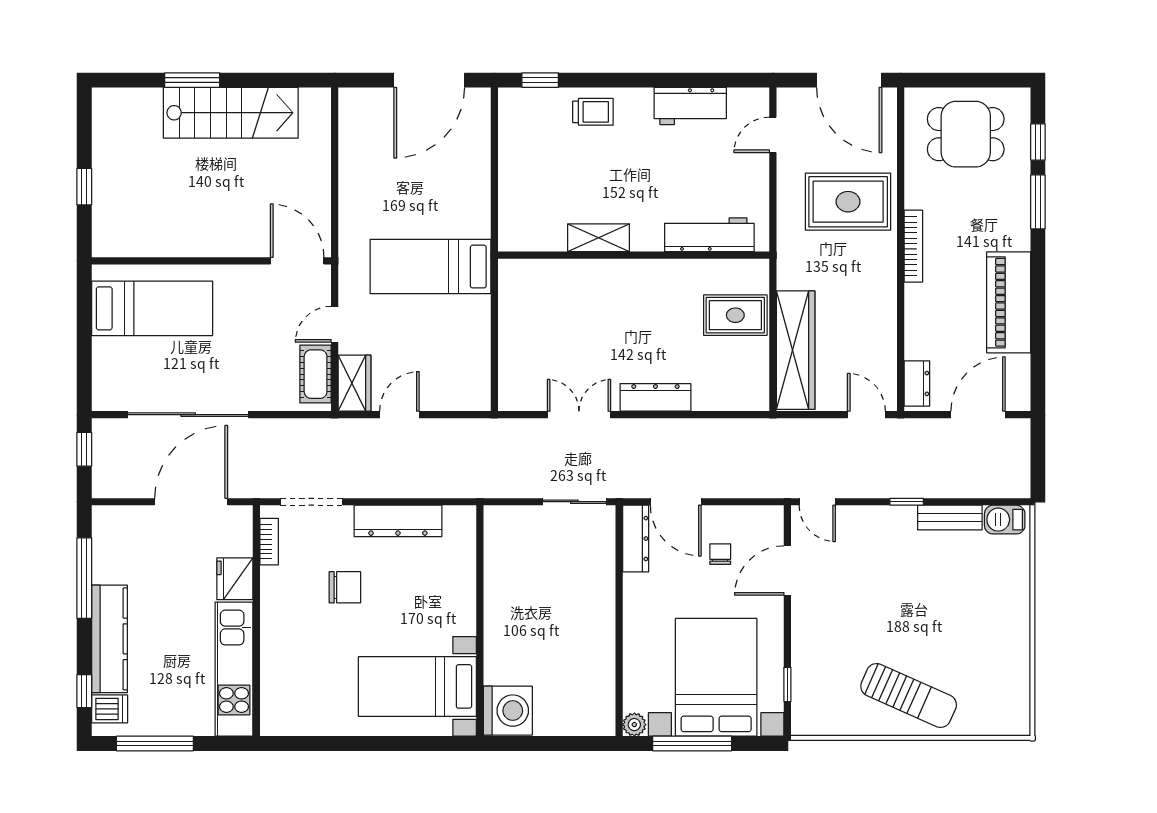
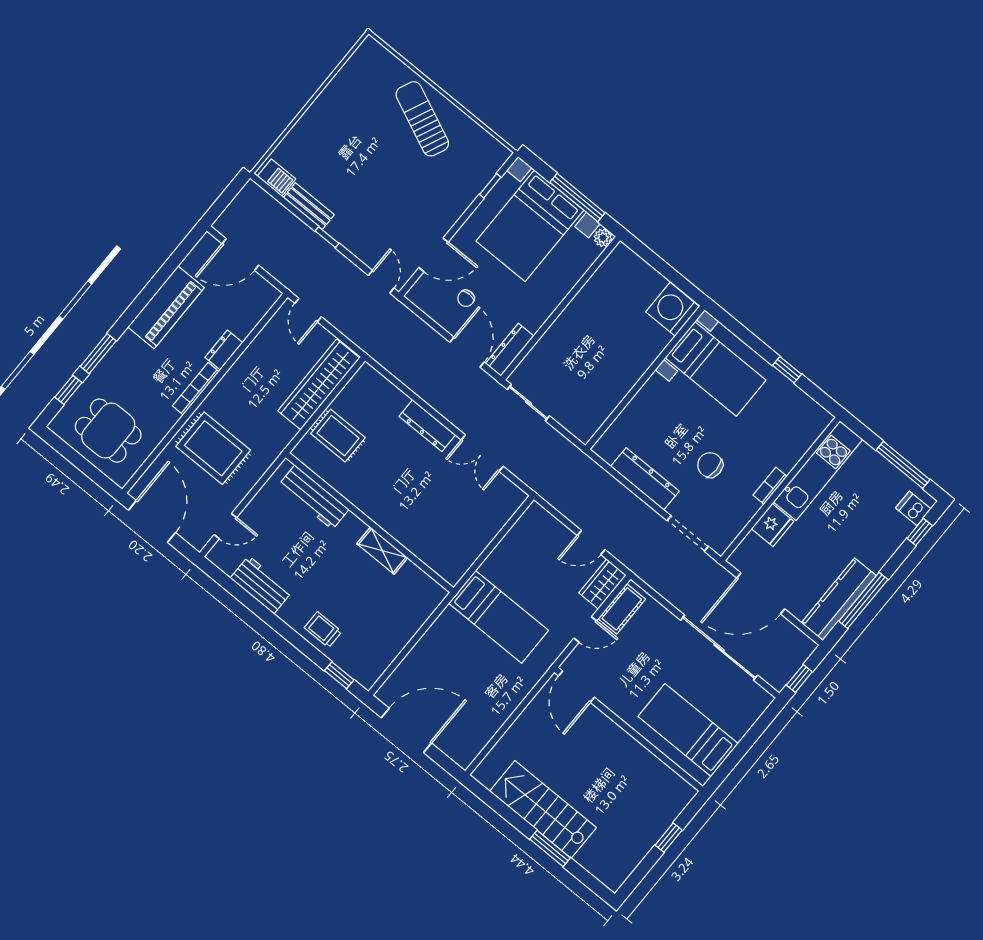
dresser: (917, 383) -> (224, 350), moved
bookcase: (269, 542) -> (770, 486), moved
kitchen counter: (109, 639) -> (839, 599), moved
window: (346, 744) -> (787, 370), added

